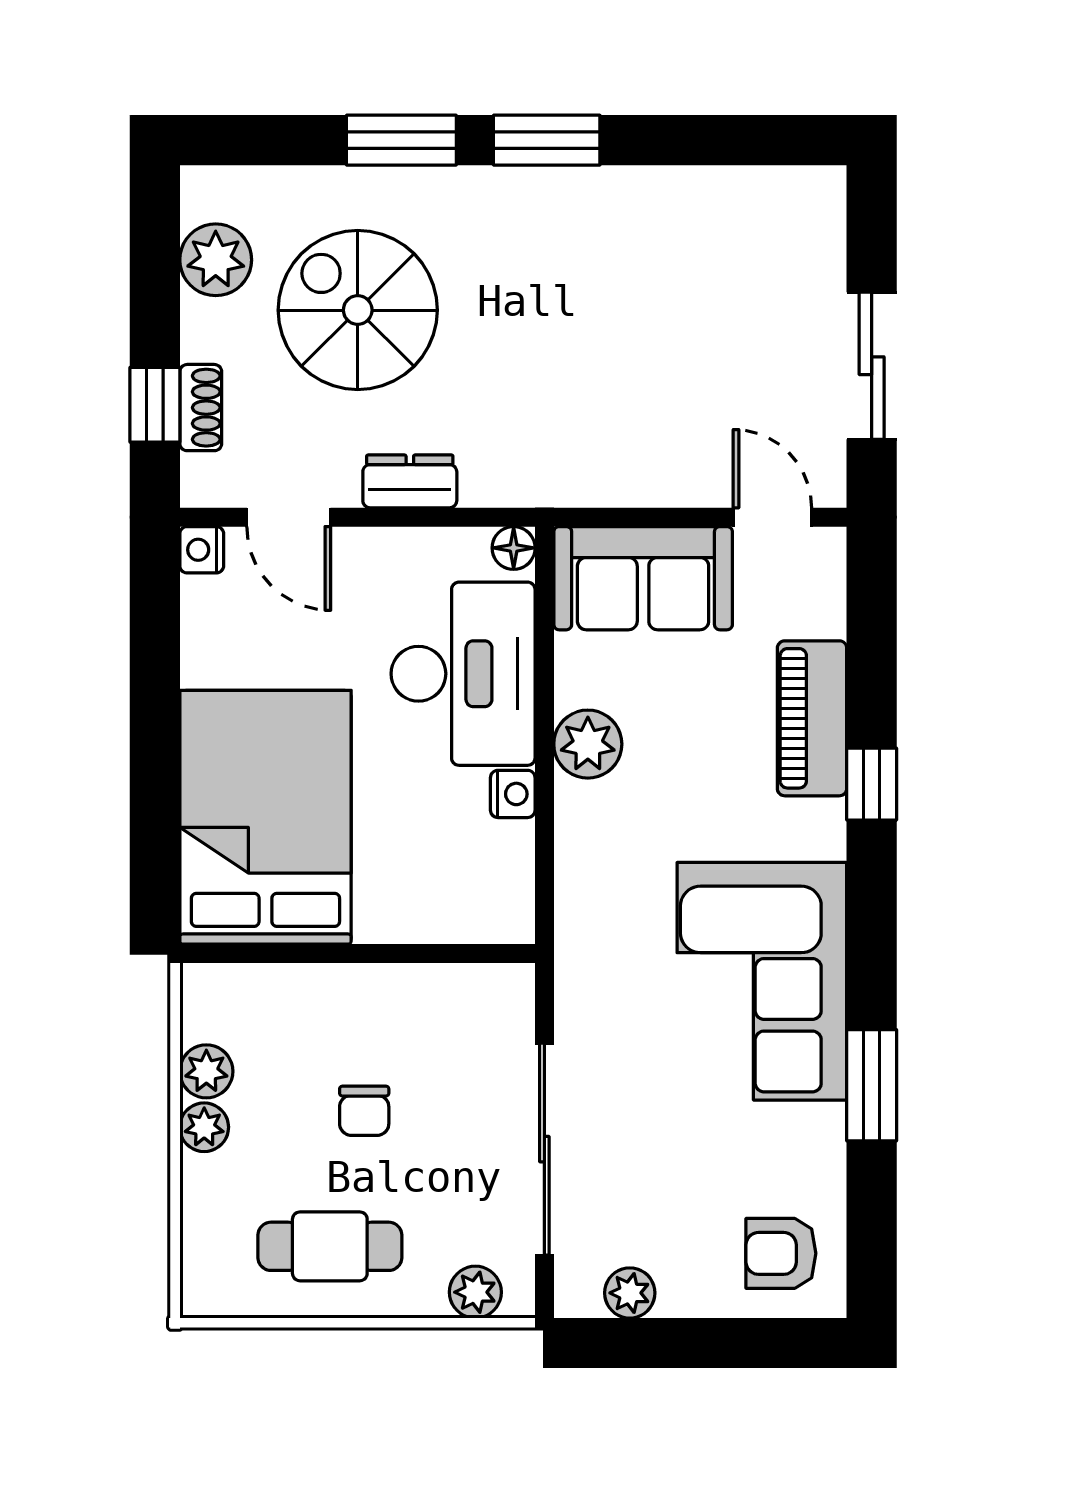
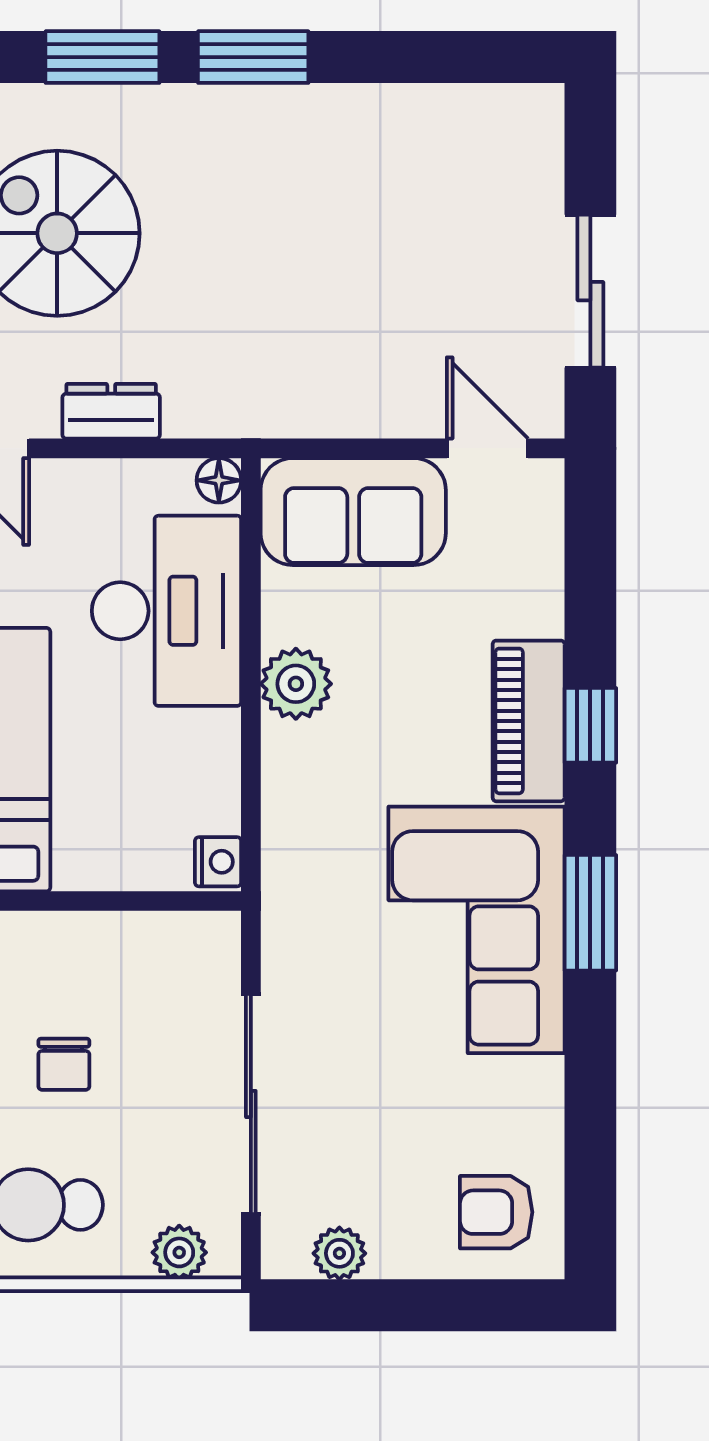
piano: (812, 718) -> (529, 721), moved
nightstand: (513, 794) -> (218, 862), moved
window: (872, 1085) -> (590, 913), moved

